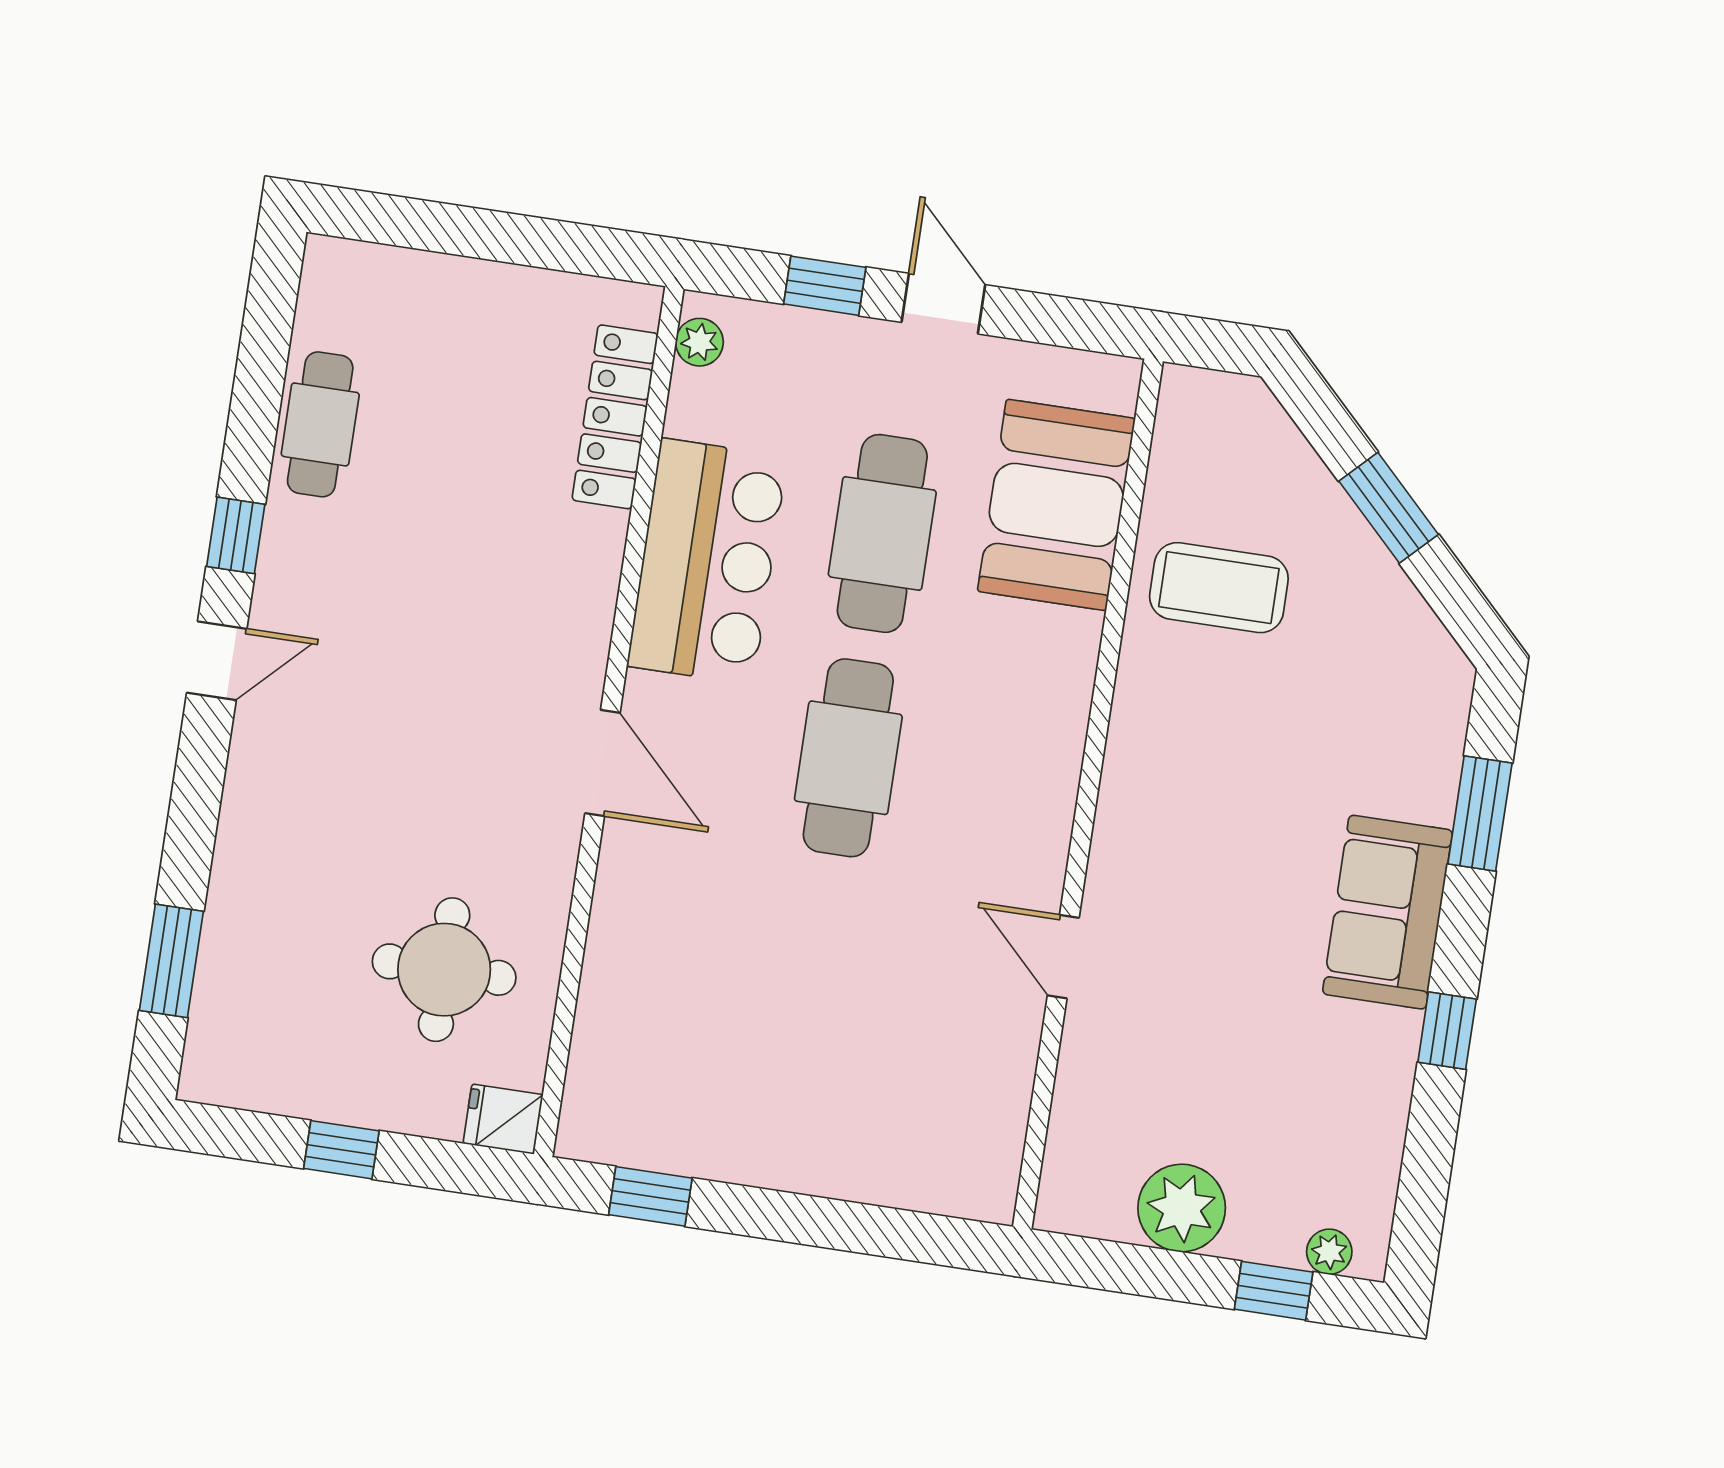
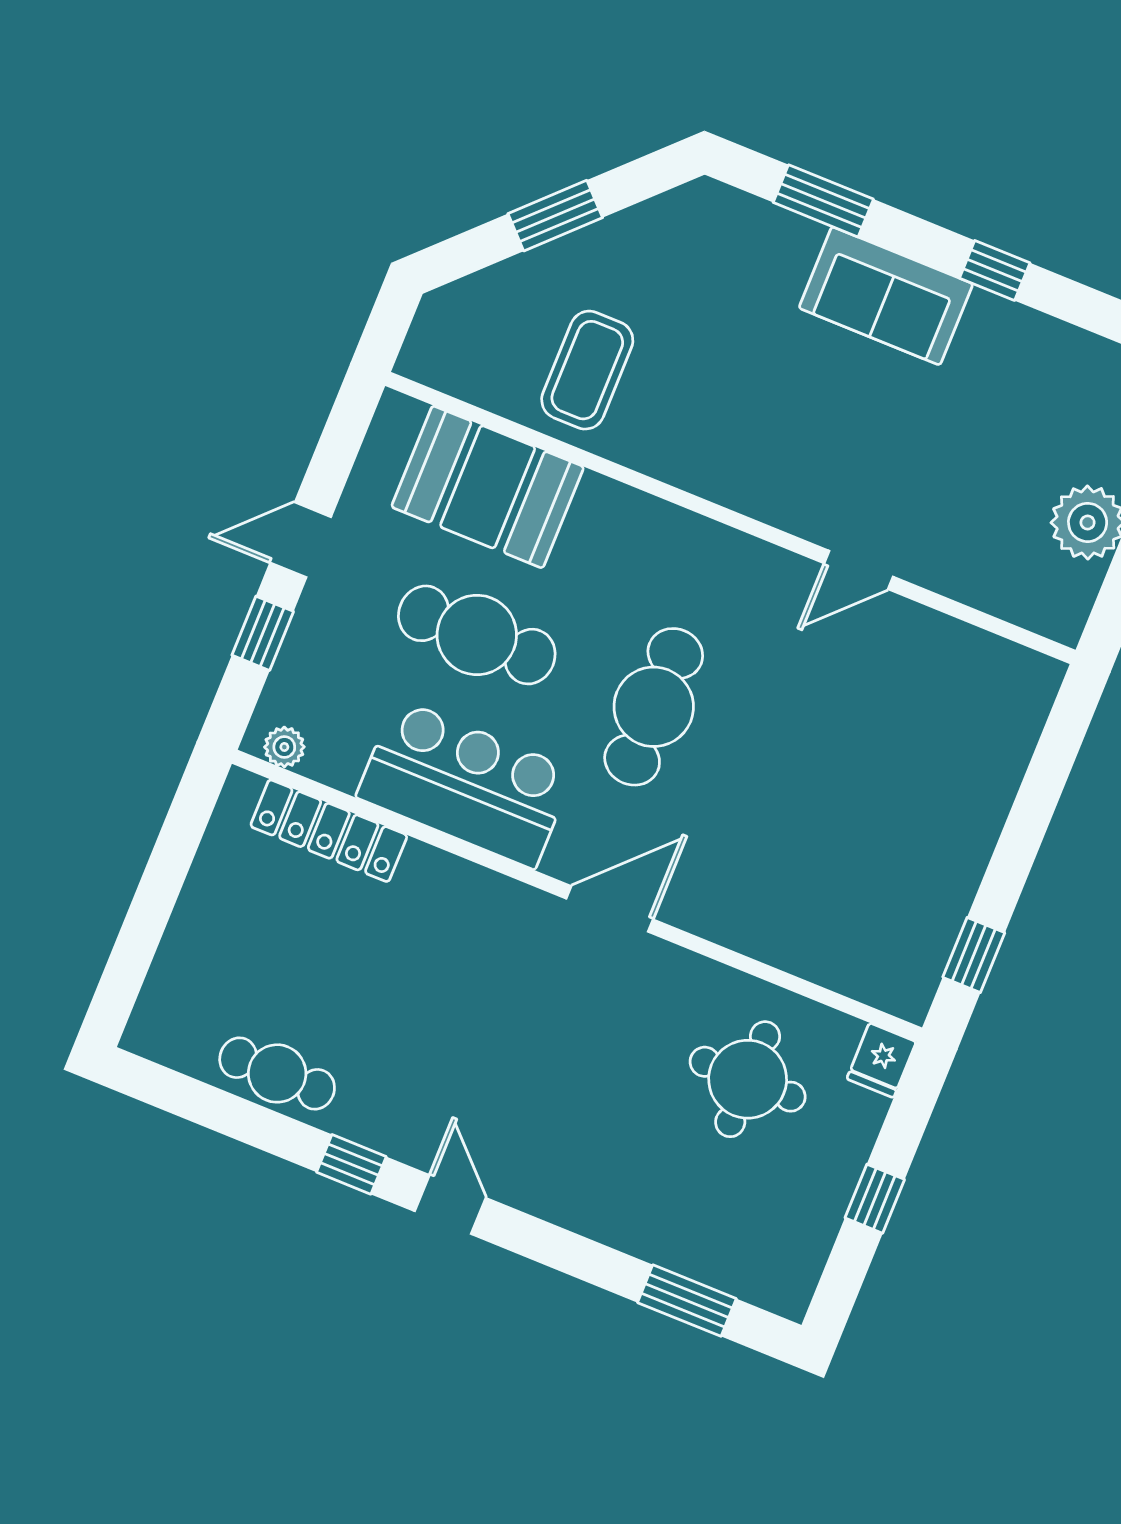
cafe table: (848, 758) -> (654, 707), turned 90

